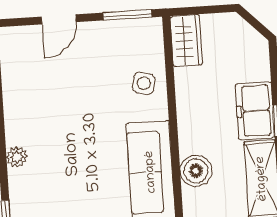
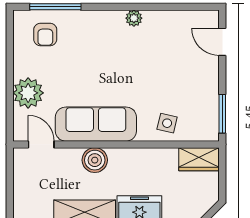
door: (59, 19) -> (222, 42), moved
plant: (17, 157) -> (134, 18), moved

